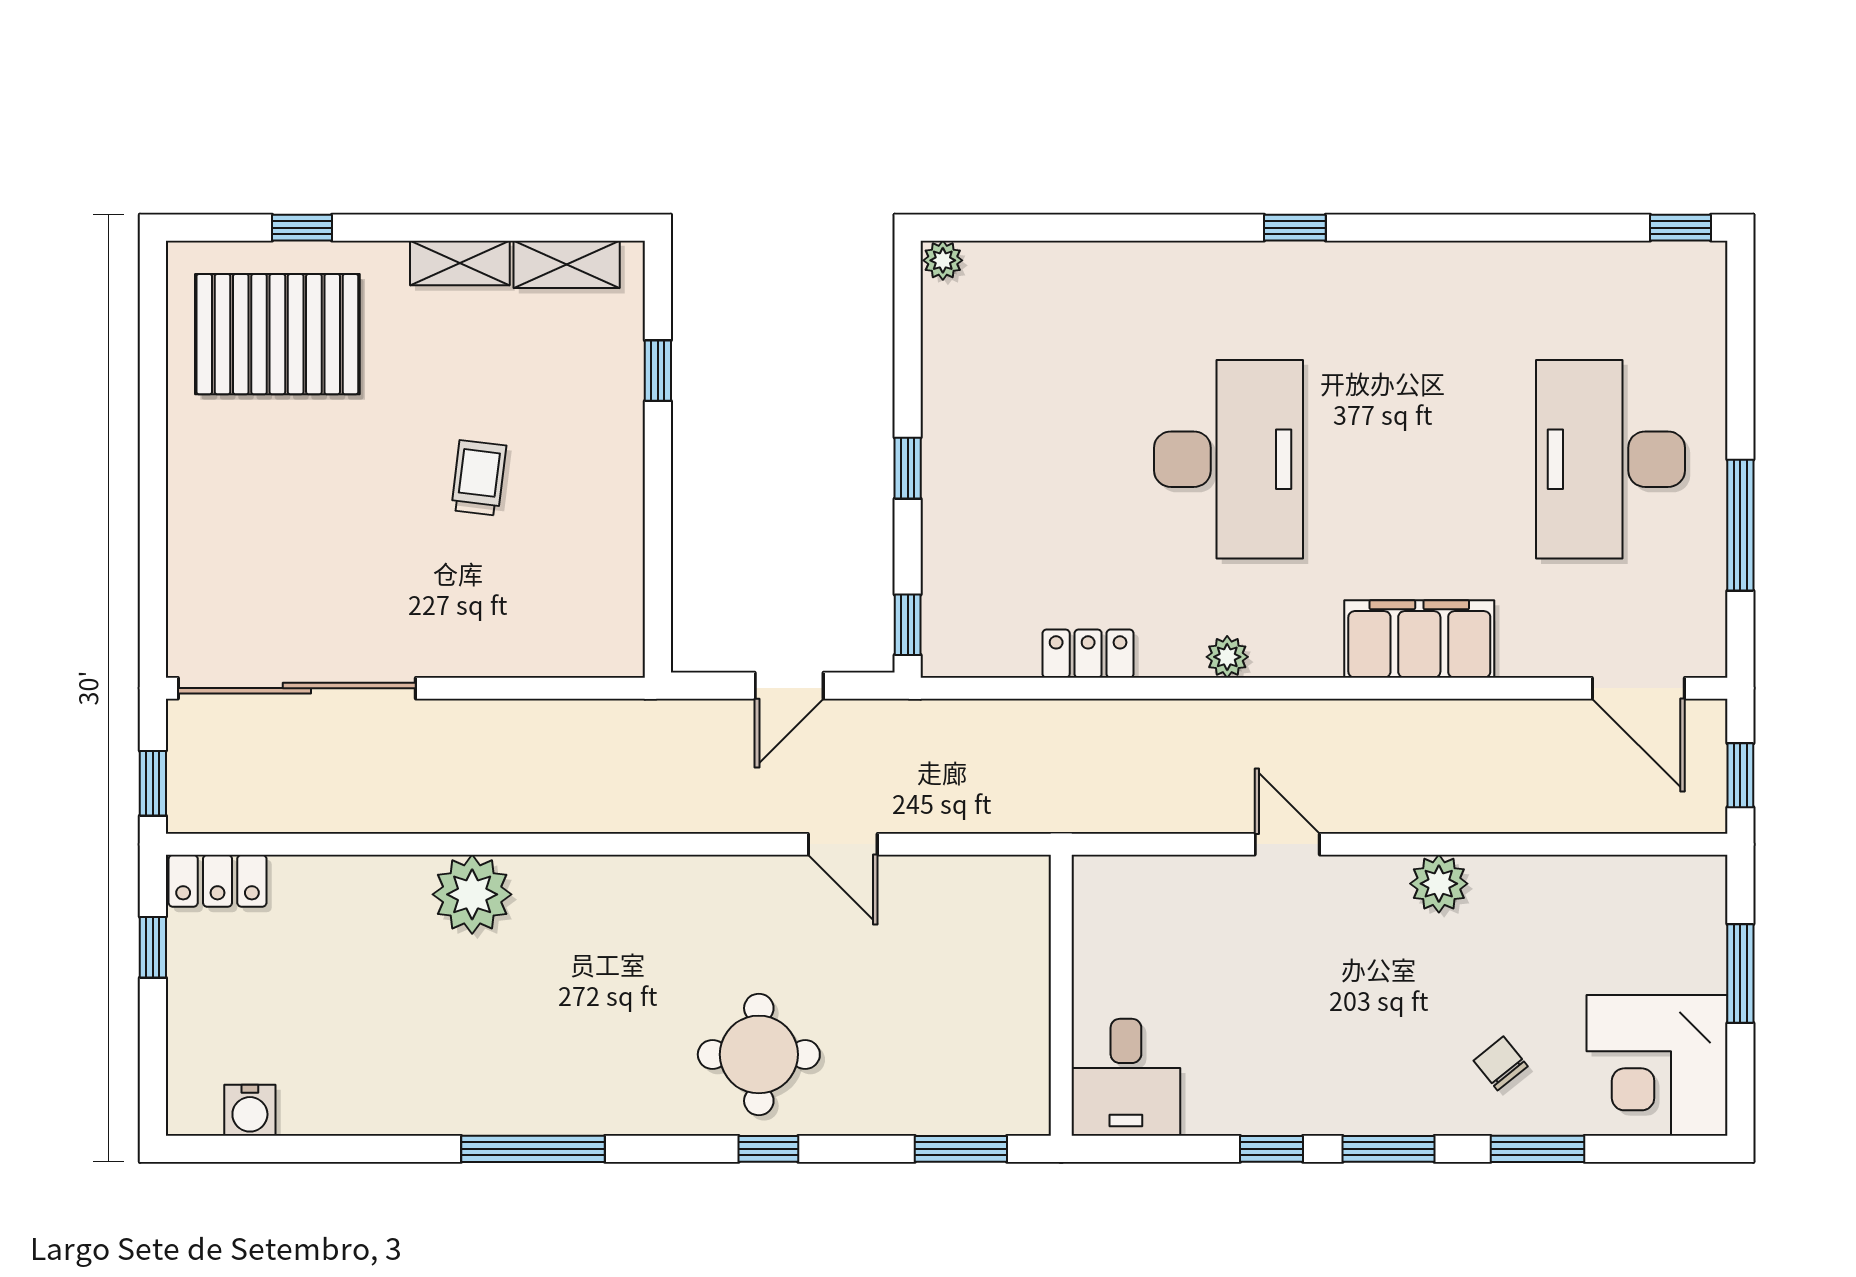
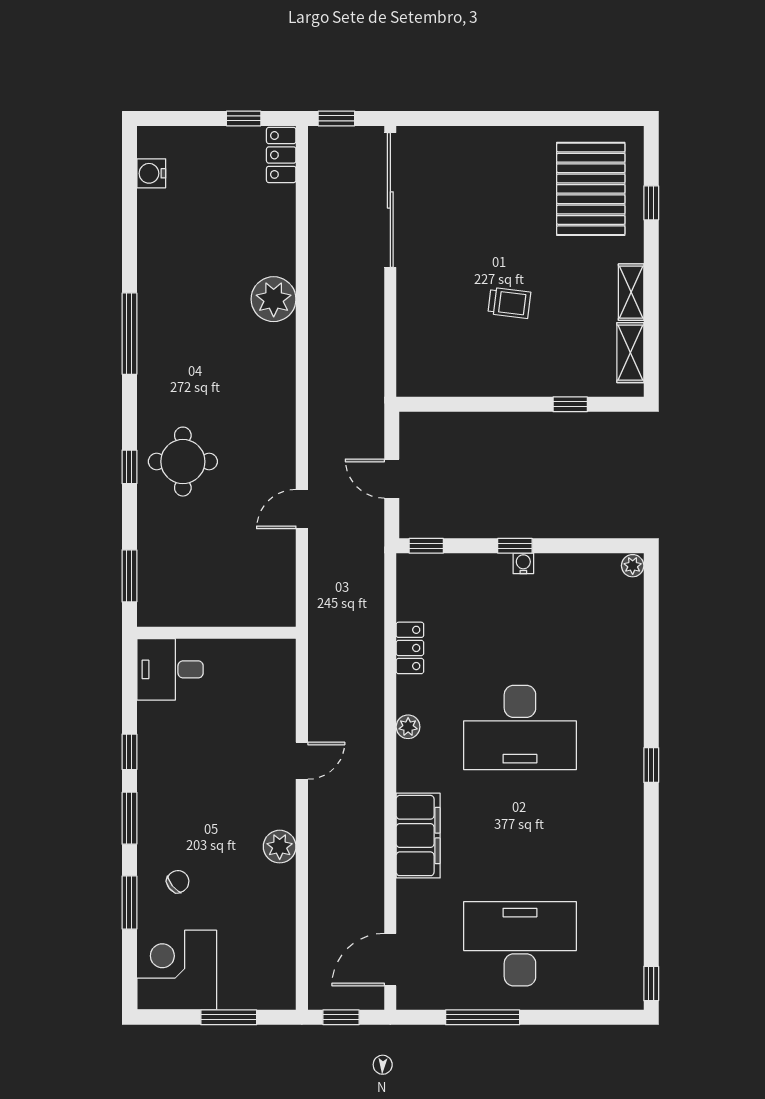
water cooler: (939, 453) -> (523, 563), added

